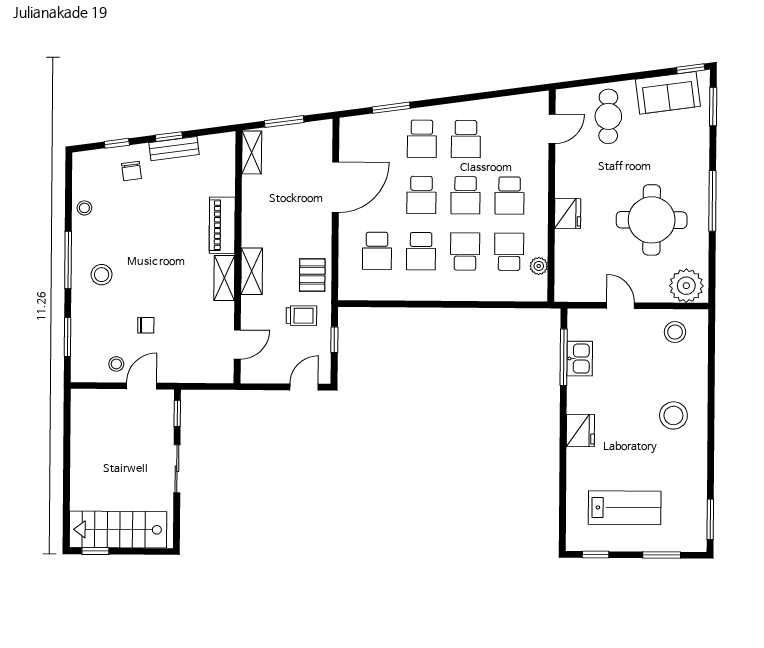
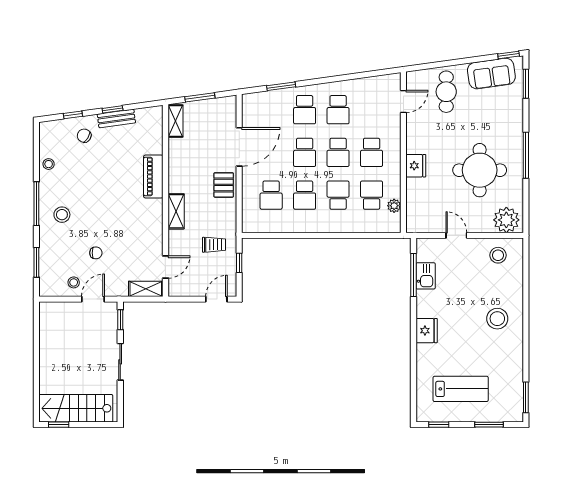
chair: (132, 171) -> (84, 136), turned 131
pallet: (312, 275) -> (224, 185), moved
shelving: (224, 278) -> (146, 289), moved, turned 90

